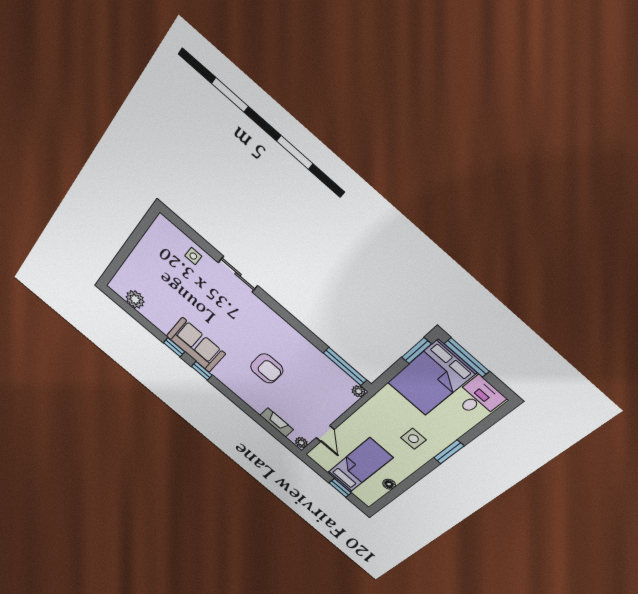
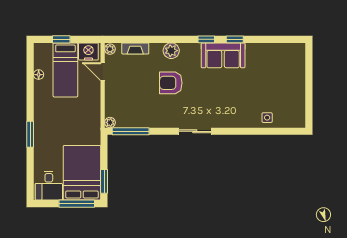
sliding door: (238, 274) -> (195, 131), moved
plant: (135, 299) -> (171, 51), moved
side table: (413, 439) -> (55, 122), removed
nightstand: (324, 458) -> (88, 51), added

